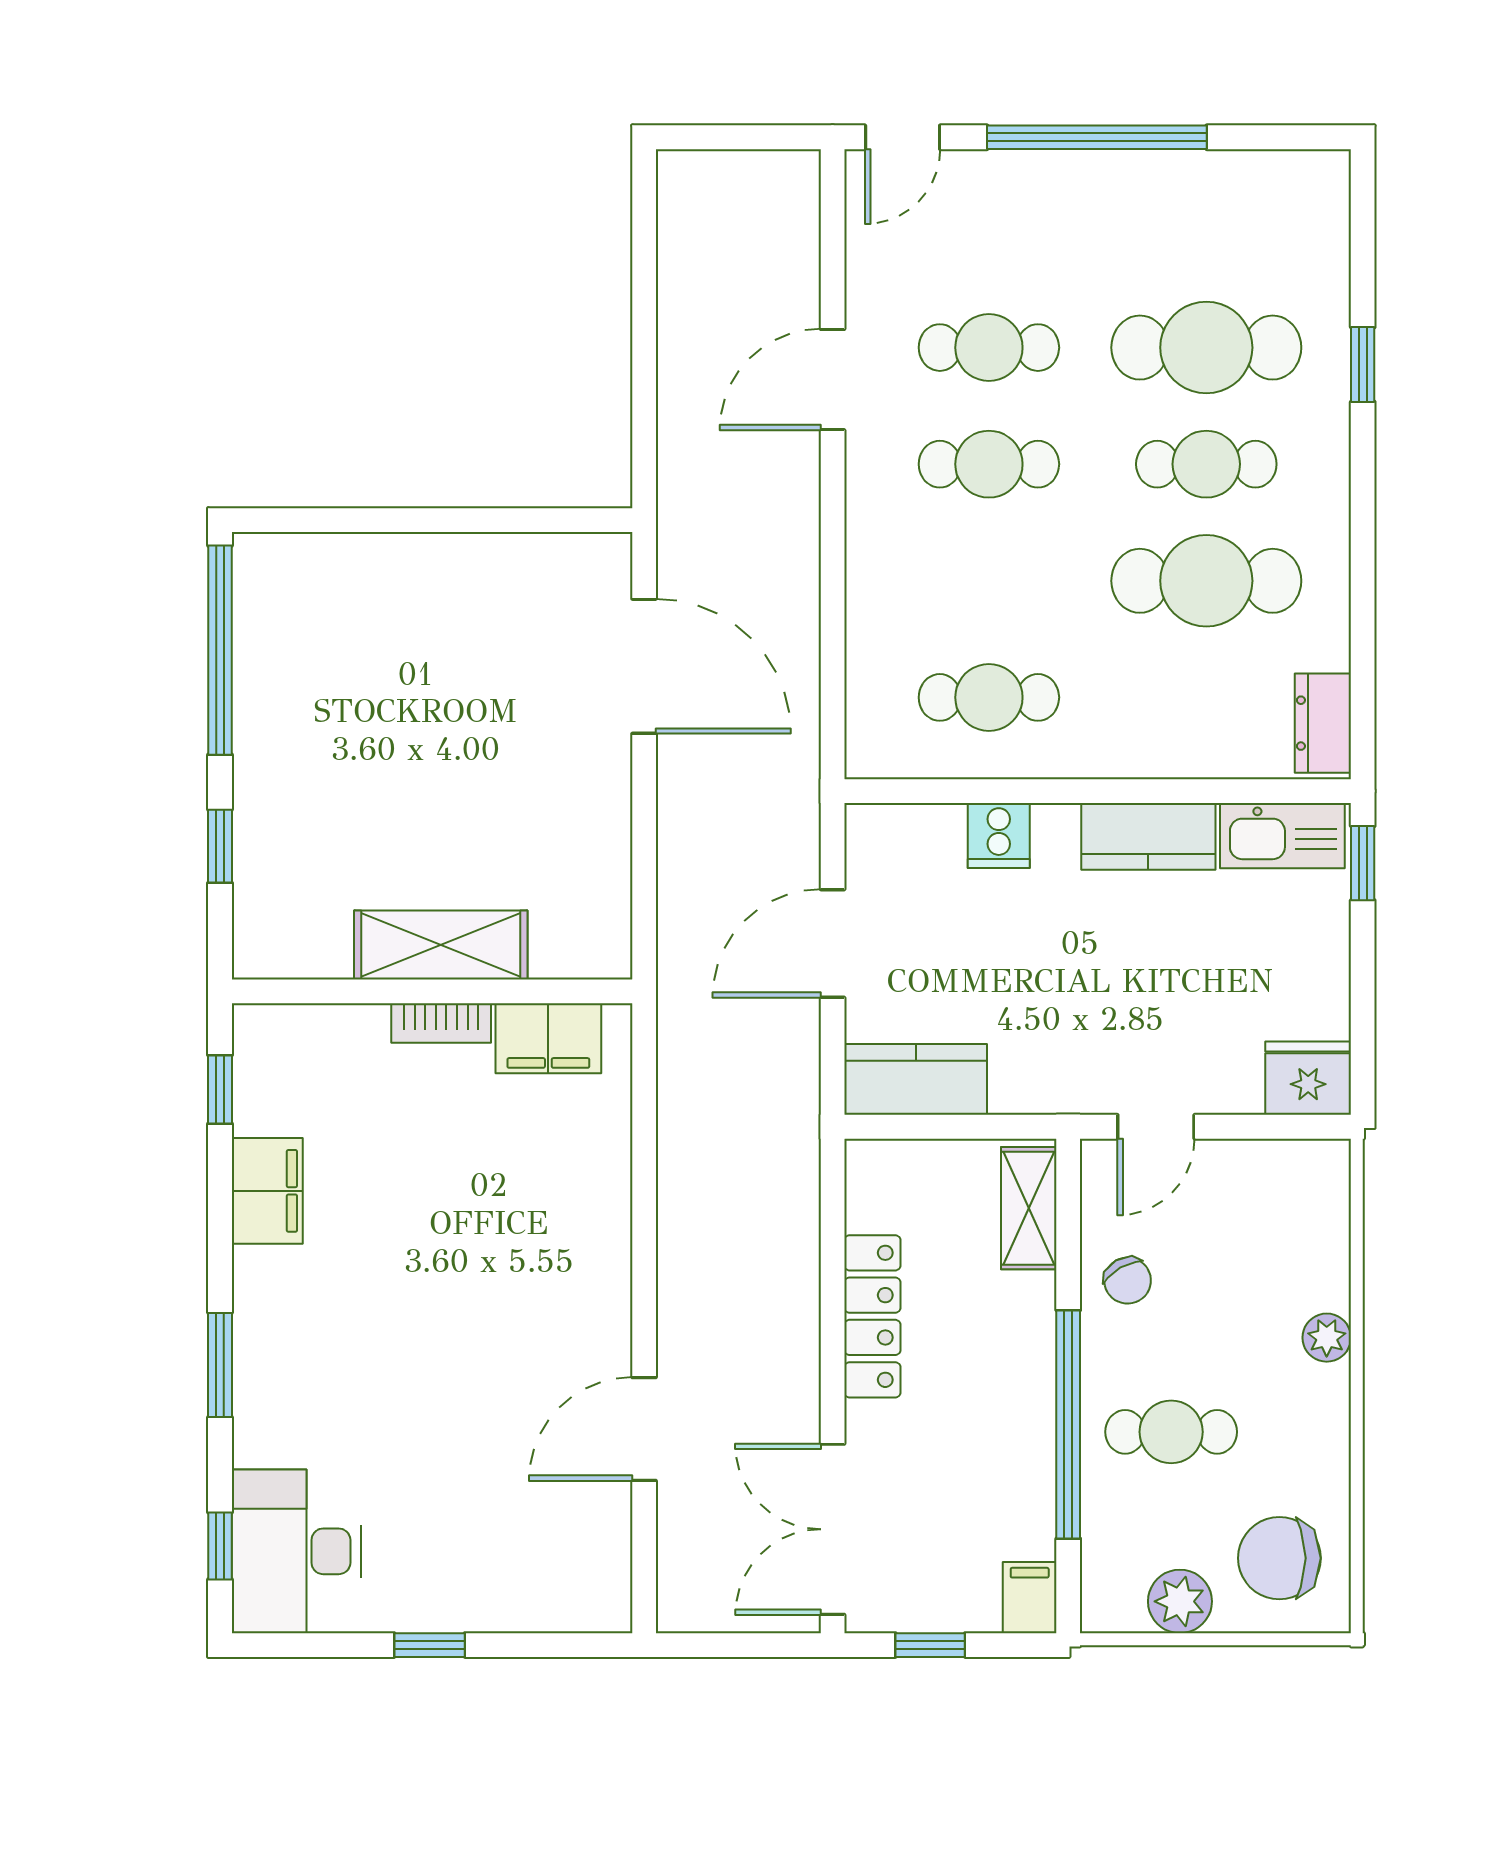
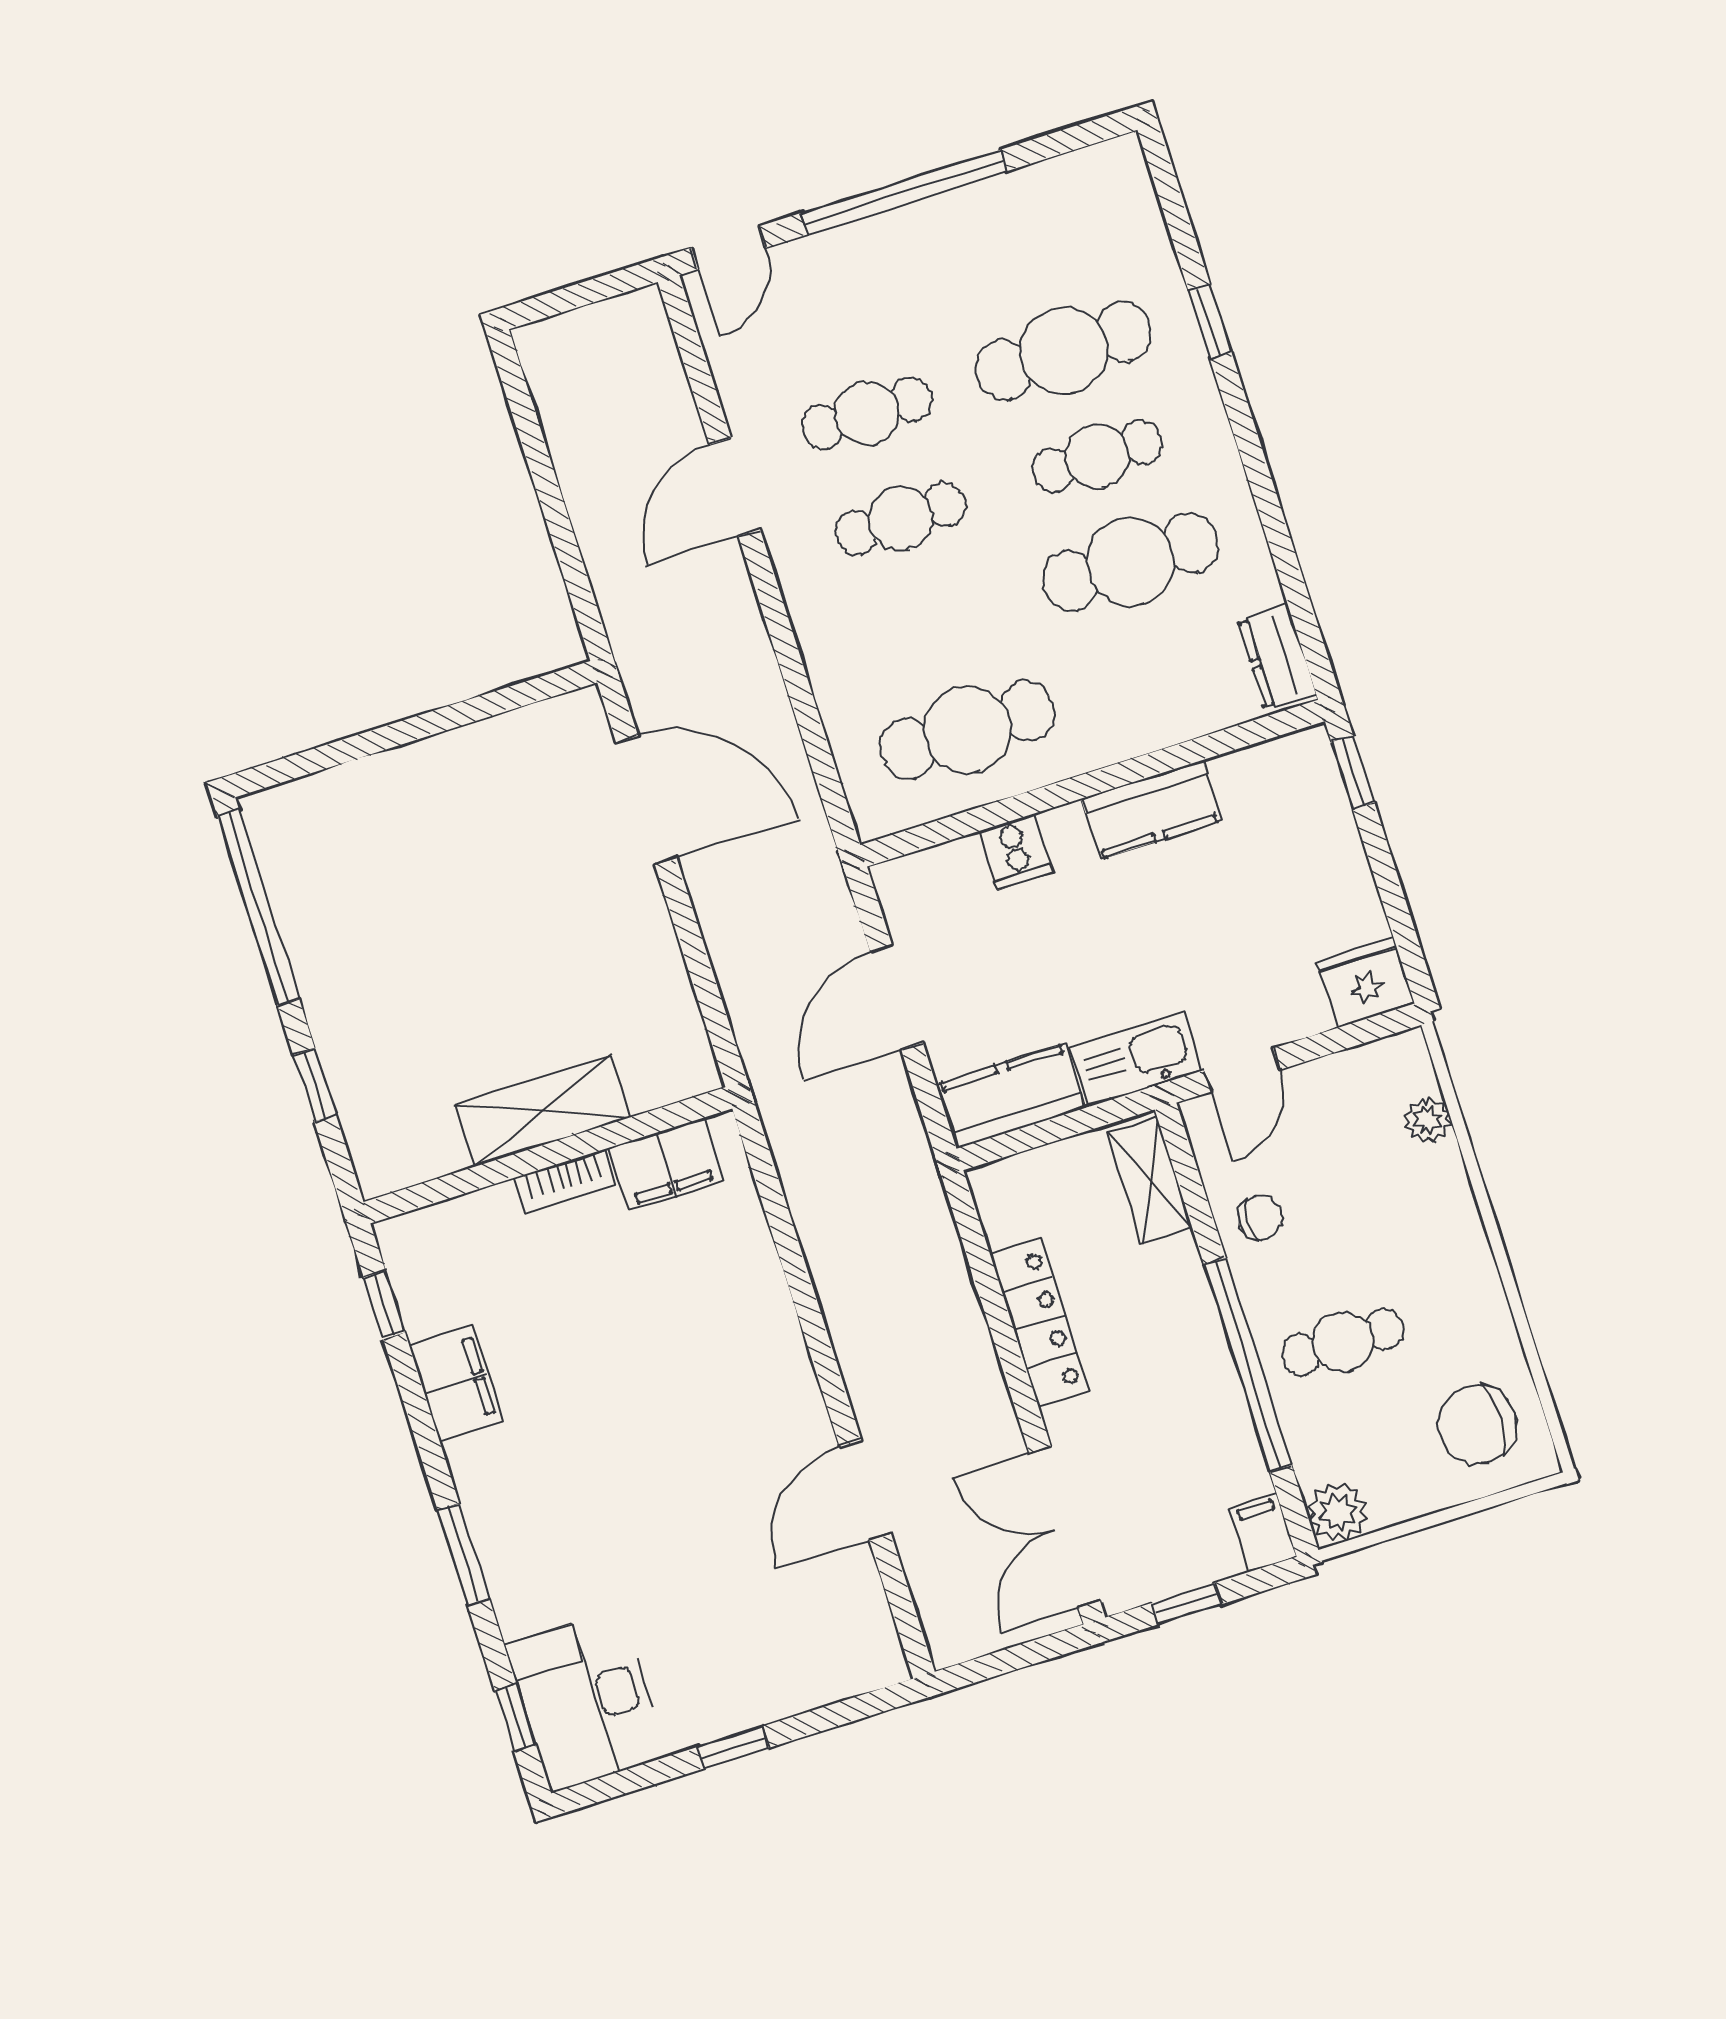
cafe table: (989, 697) -> (967, 730), width x1.37, depth x1.35
kitchen sink: (1282, 836) -> (1136, 1059), moved, turned 180
chair: (1128, 1281) -> (1260, 1217), turned -60
plant: (1327, 1338) -> (1428, 1120), moved
plant: (1180, 1601) -> (1338, 1512), moved

